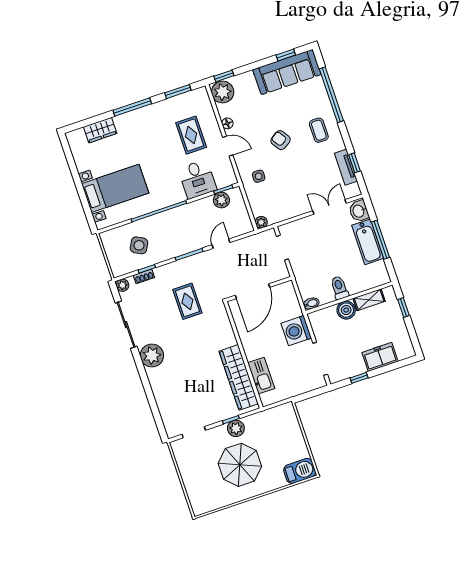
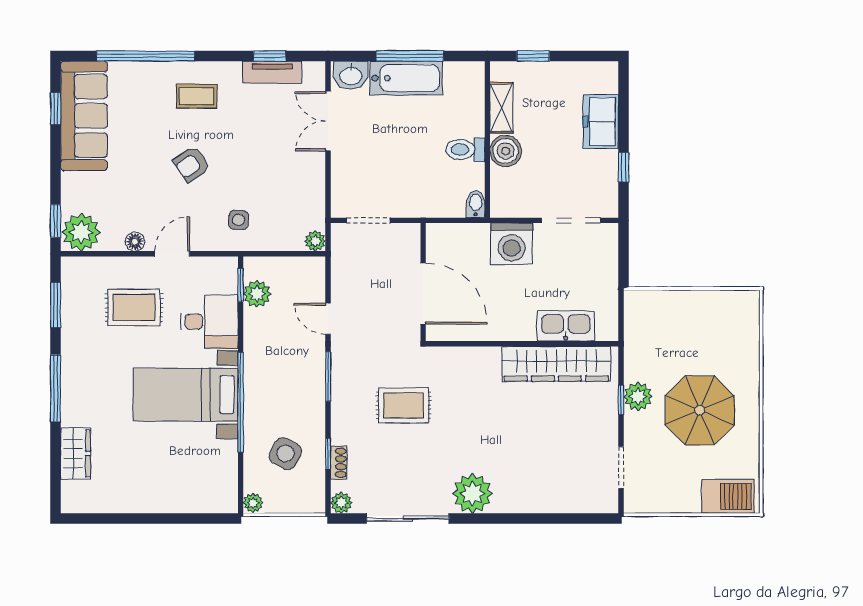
bed with nightstands: (115, 188) -> (186, 395), moved, turned -90
plant: (106, 237) -> (253, 503), added
barbecue: (300, 471) -> (728, 496), moved, turned 90

